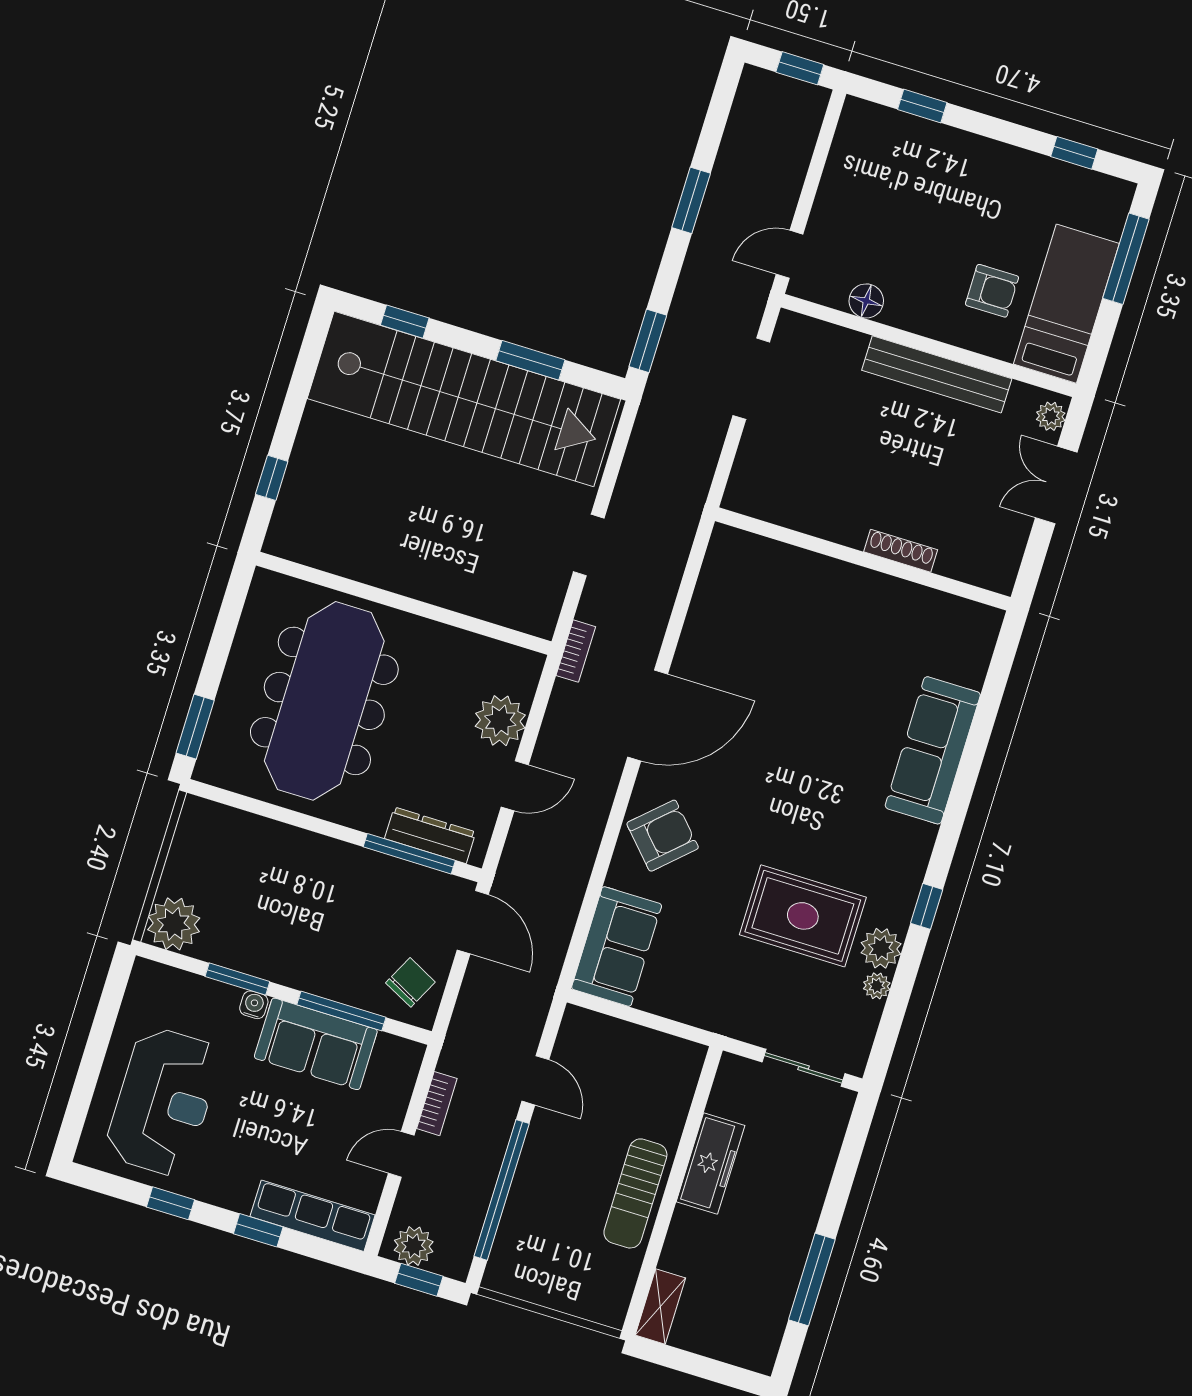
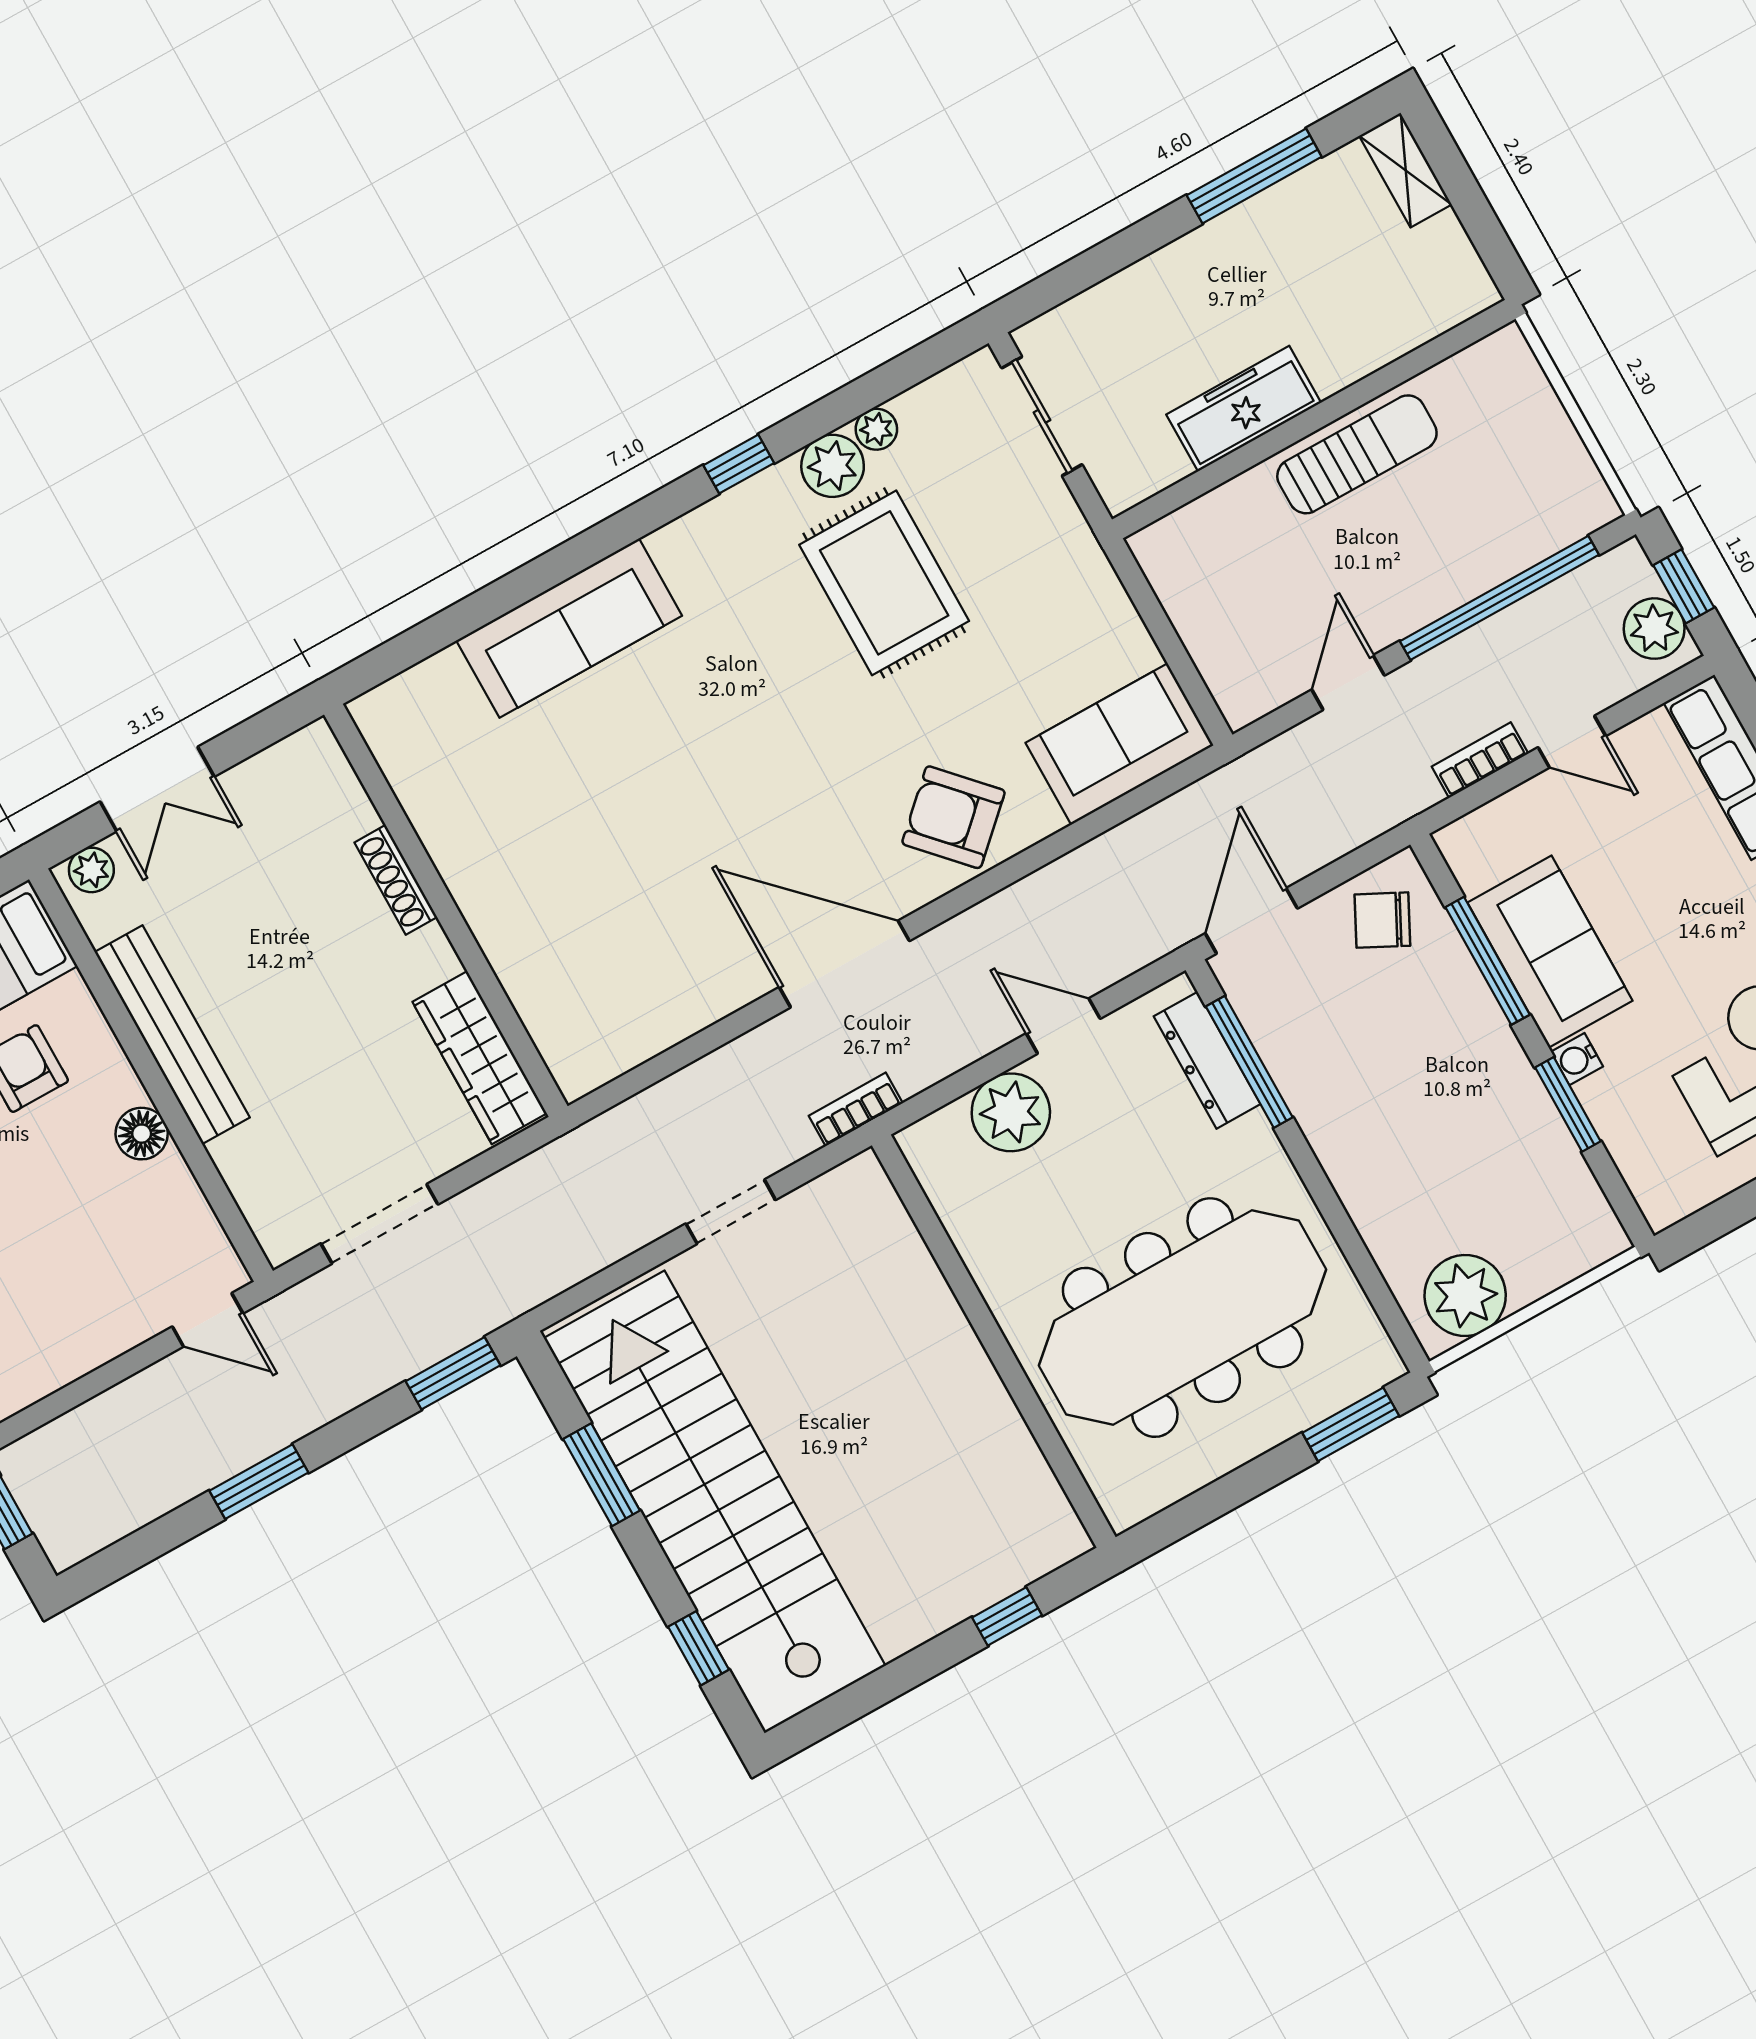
floor lamp: (866, 301) -> (142, 1134), moved
wardrobe: (779, 504) -> (480, 1058), added
plant: (174, 924) -> (1465, 1295), moved
shelving: (660, 1306) -> (1406, 170), moved, turned 90

